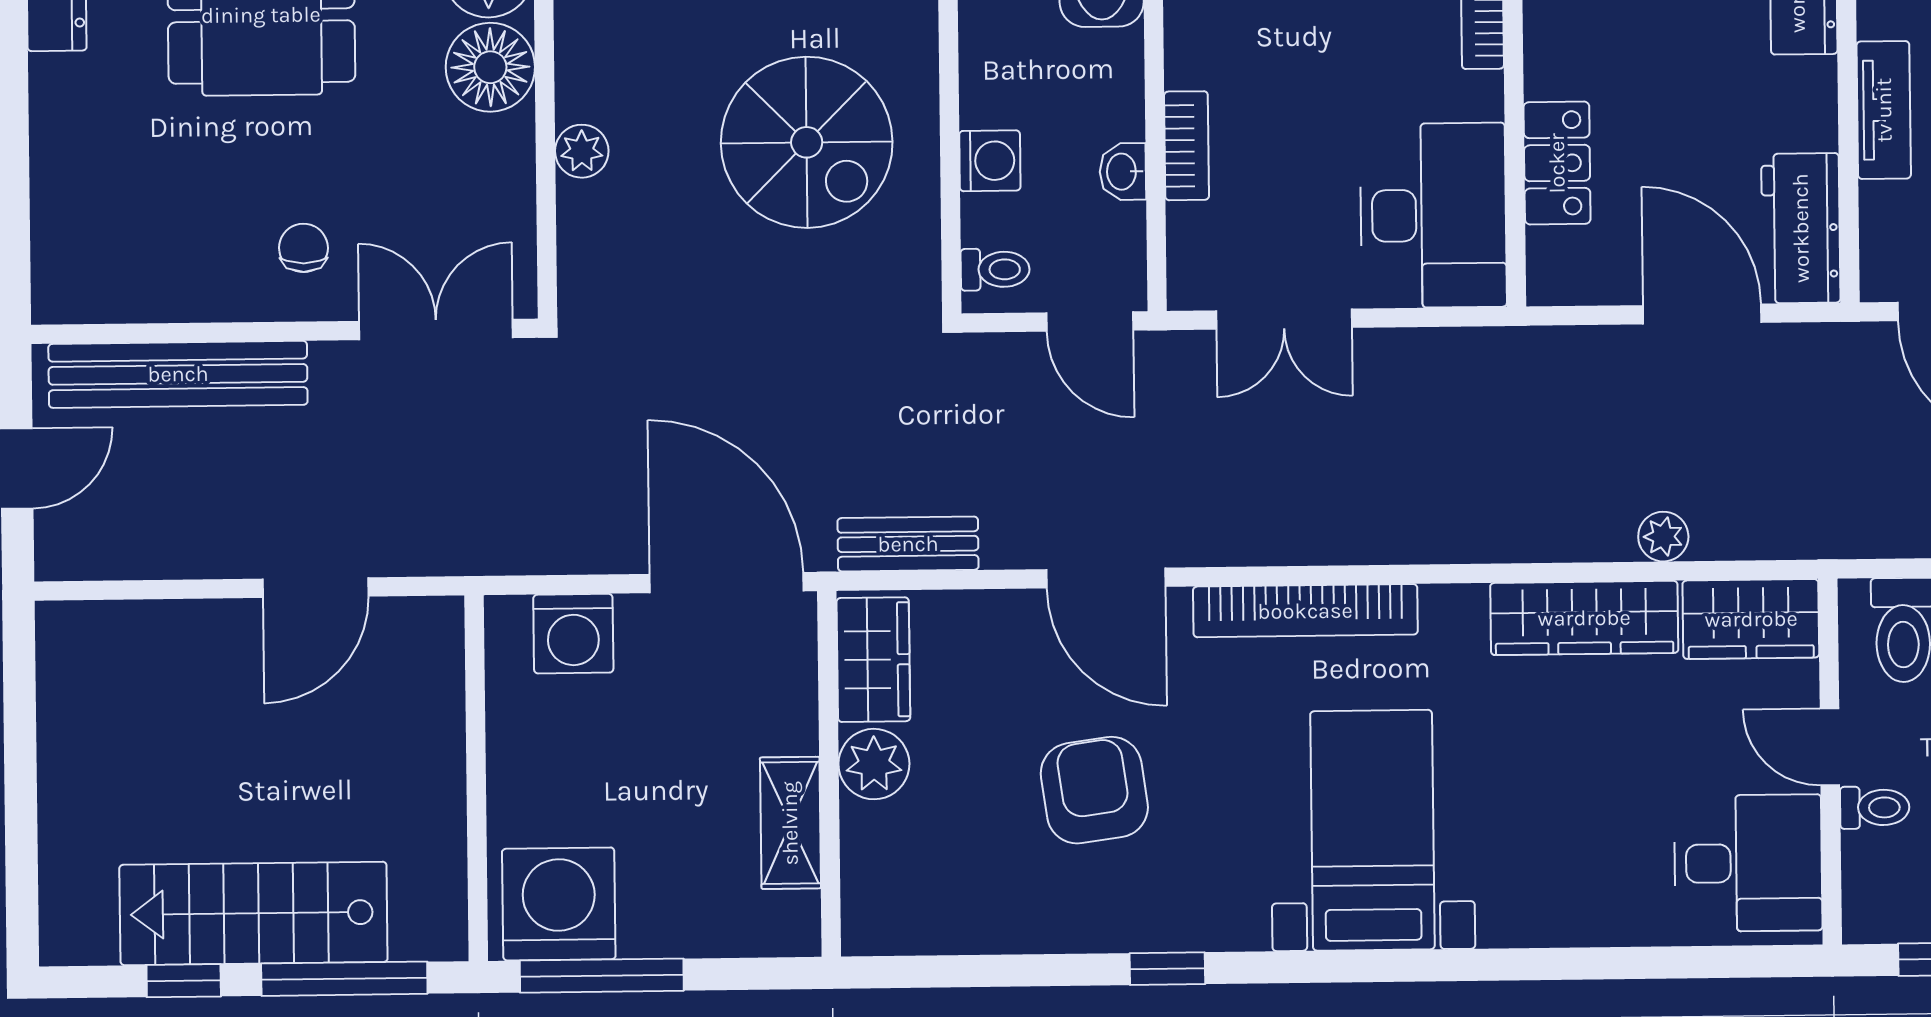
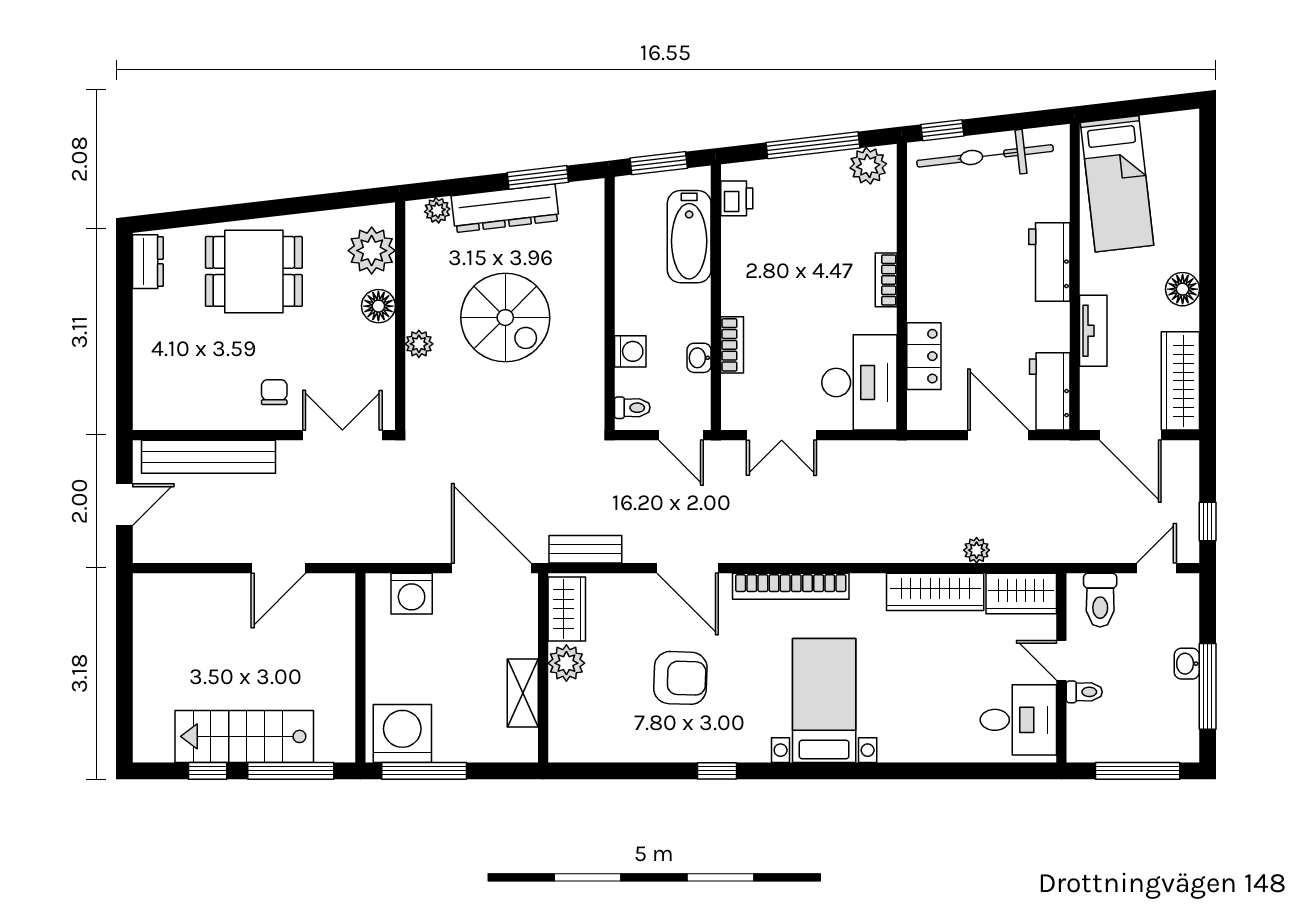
floor lamp: (490, 67) -> (378, 306), width x0.73, depth x0.73
spiral stairs: (807, 142) -> (505, 318), moved
armchair: (1094, 790) -> (680, 678), turned 100

